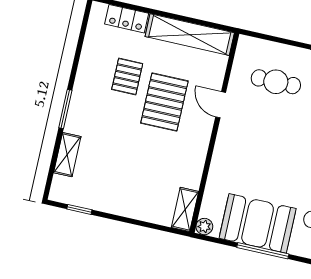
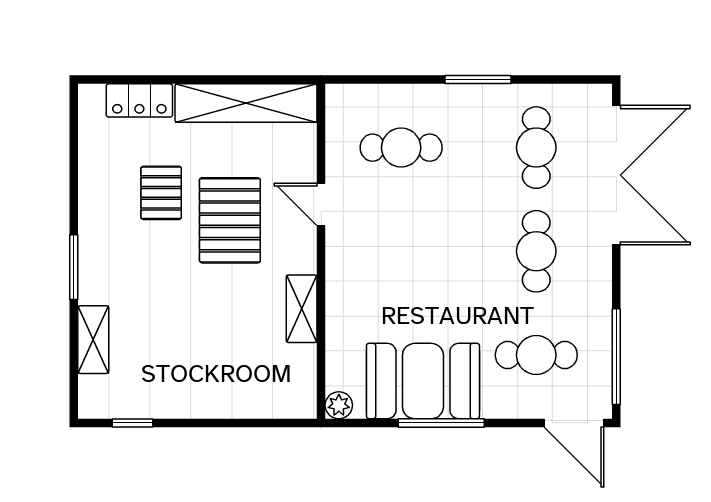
shelving: (185, 209) -> (302, 309), moved

